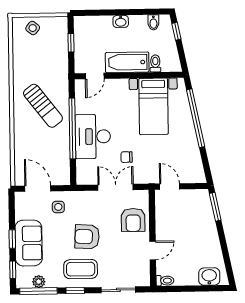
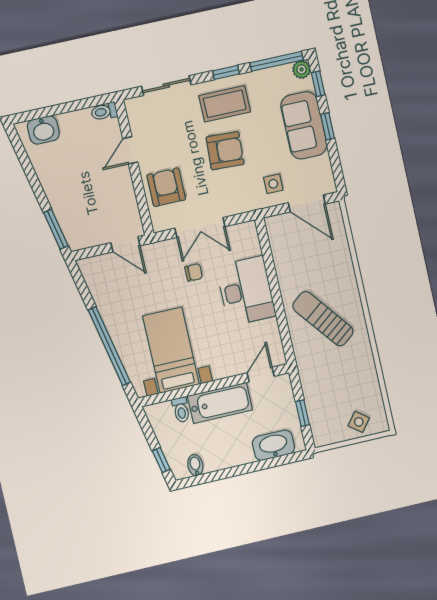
washbasin: (121, 21) -> (273, 445), moved, width x1.91, depth x1.45
window: (72, 128) -> (276, 296), removed
plant: (39, 282) -> (302, 69), moved

